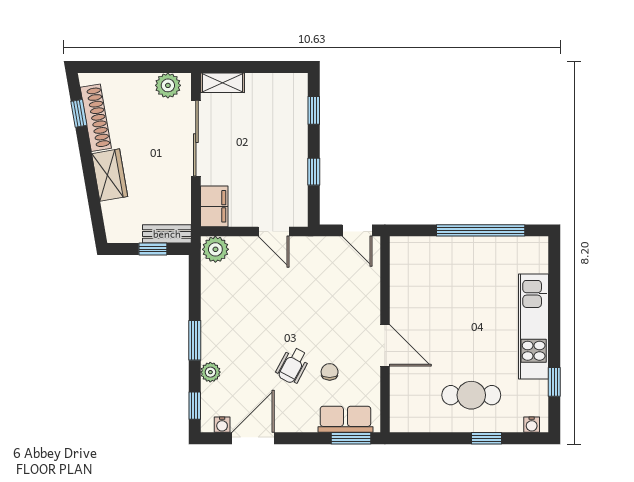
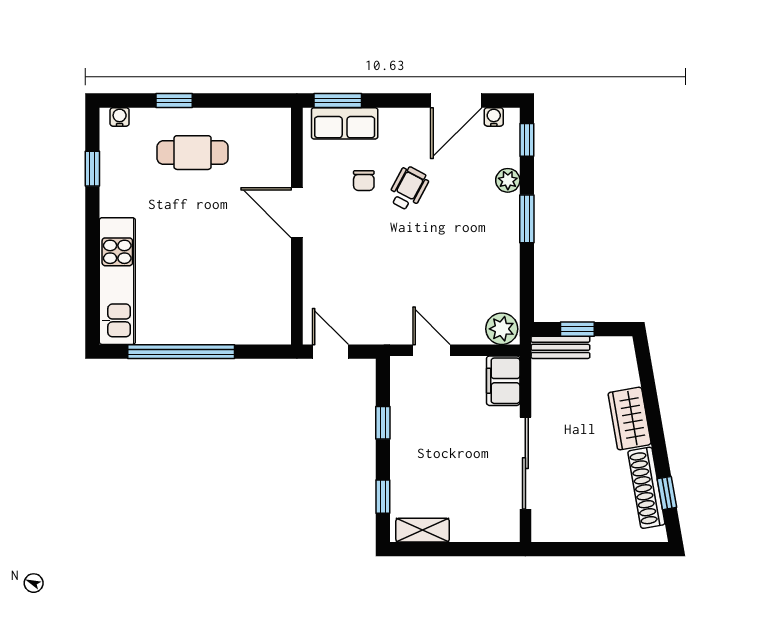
shelving: (222, 83) -> (423, 530), moved
plant: (168, 85) -> (559, 527), removed
kitchen unit: (534, 327) -> (117, 281), moved

